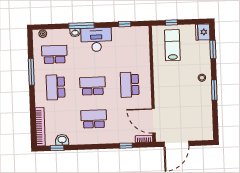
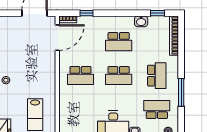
school desk: (54, 54) -> (157, 110), turned 180
school desk: (130, 85) -> (81, 76), turned 90
door: (154, 121) -> (57, 38), hinge flipped
washbasin: (62, 140) -> (141, 21), moved

